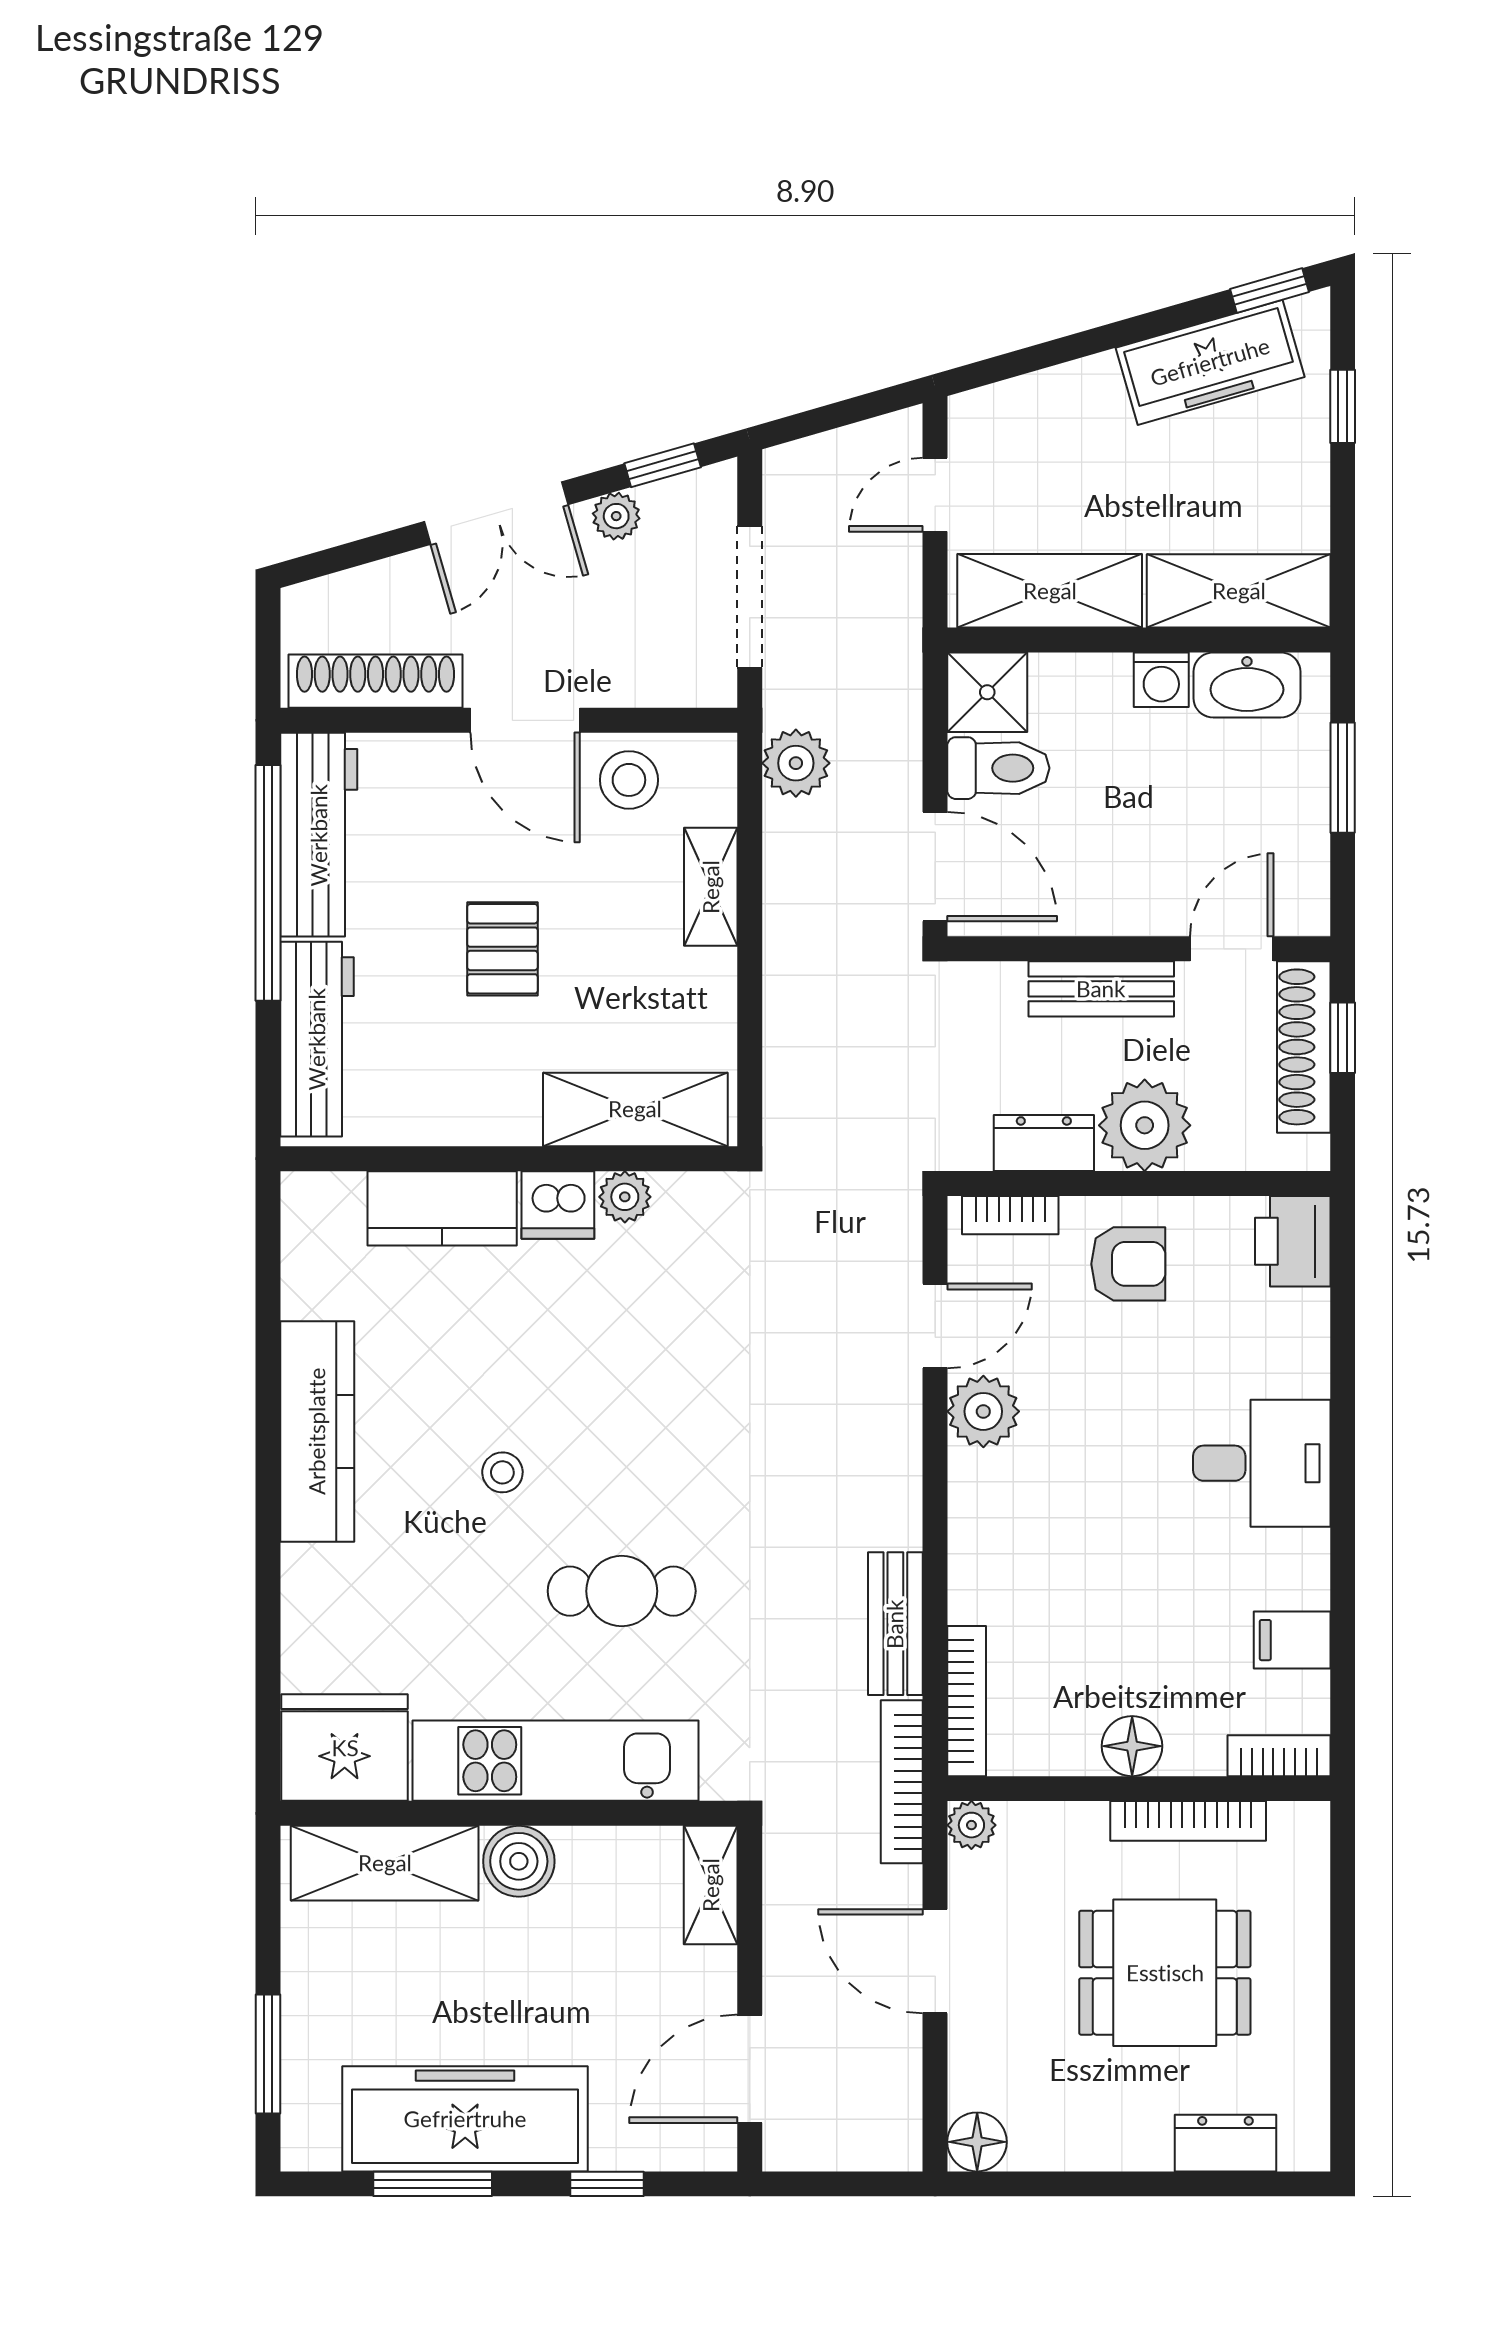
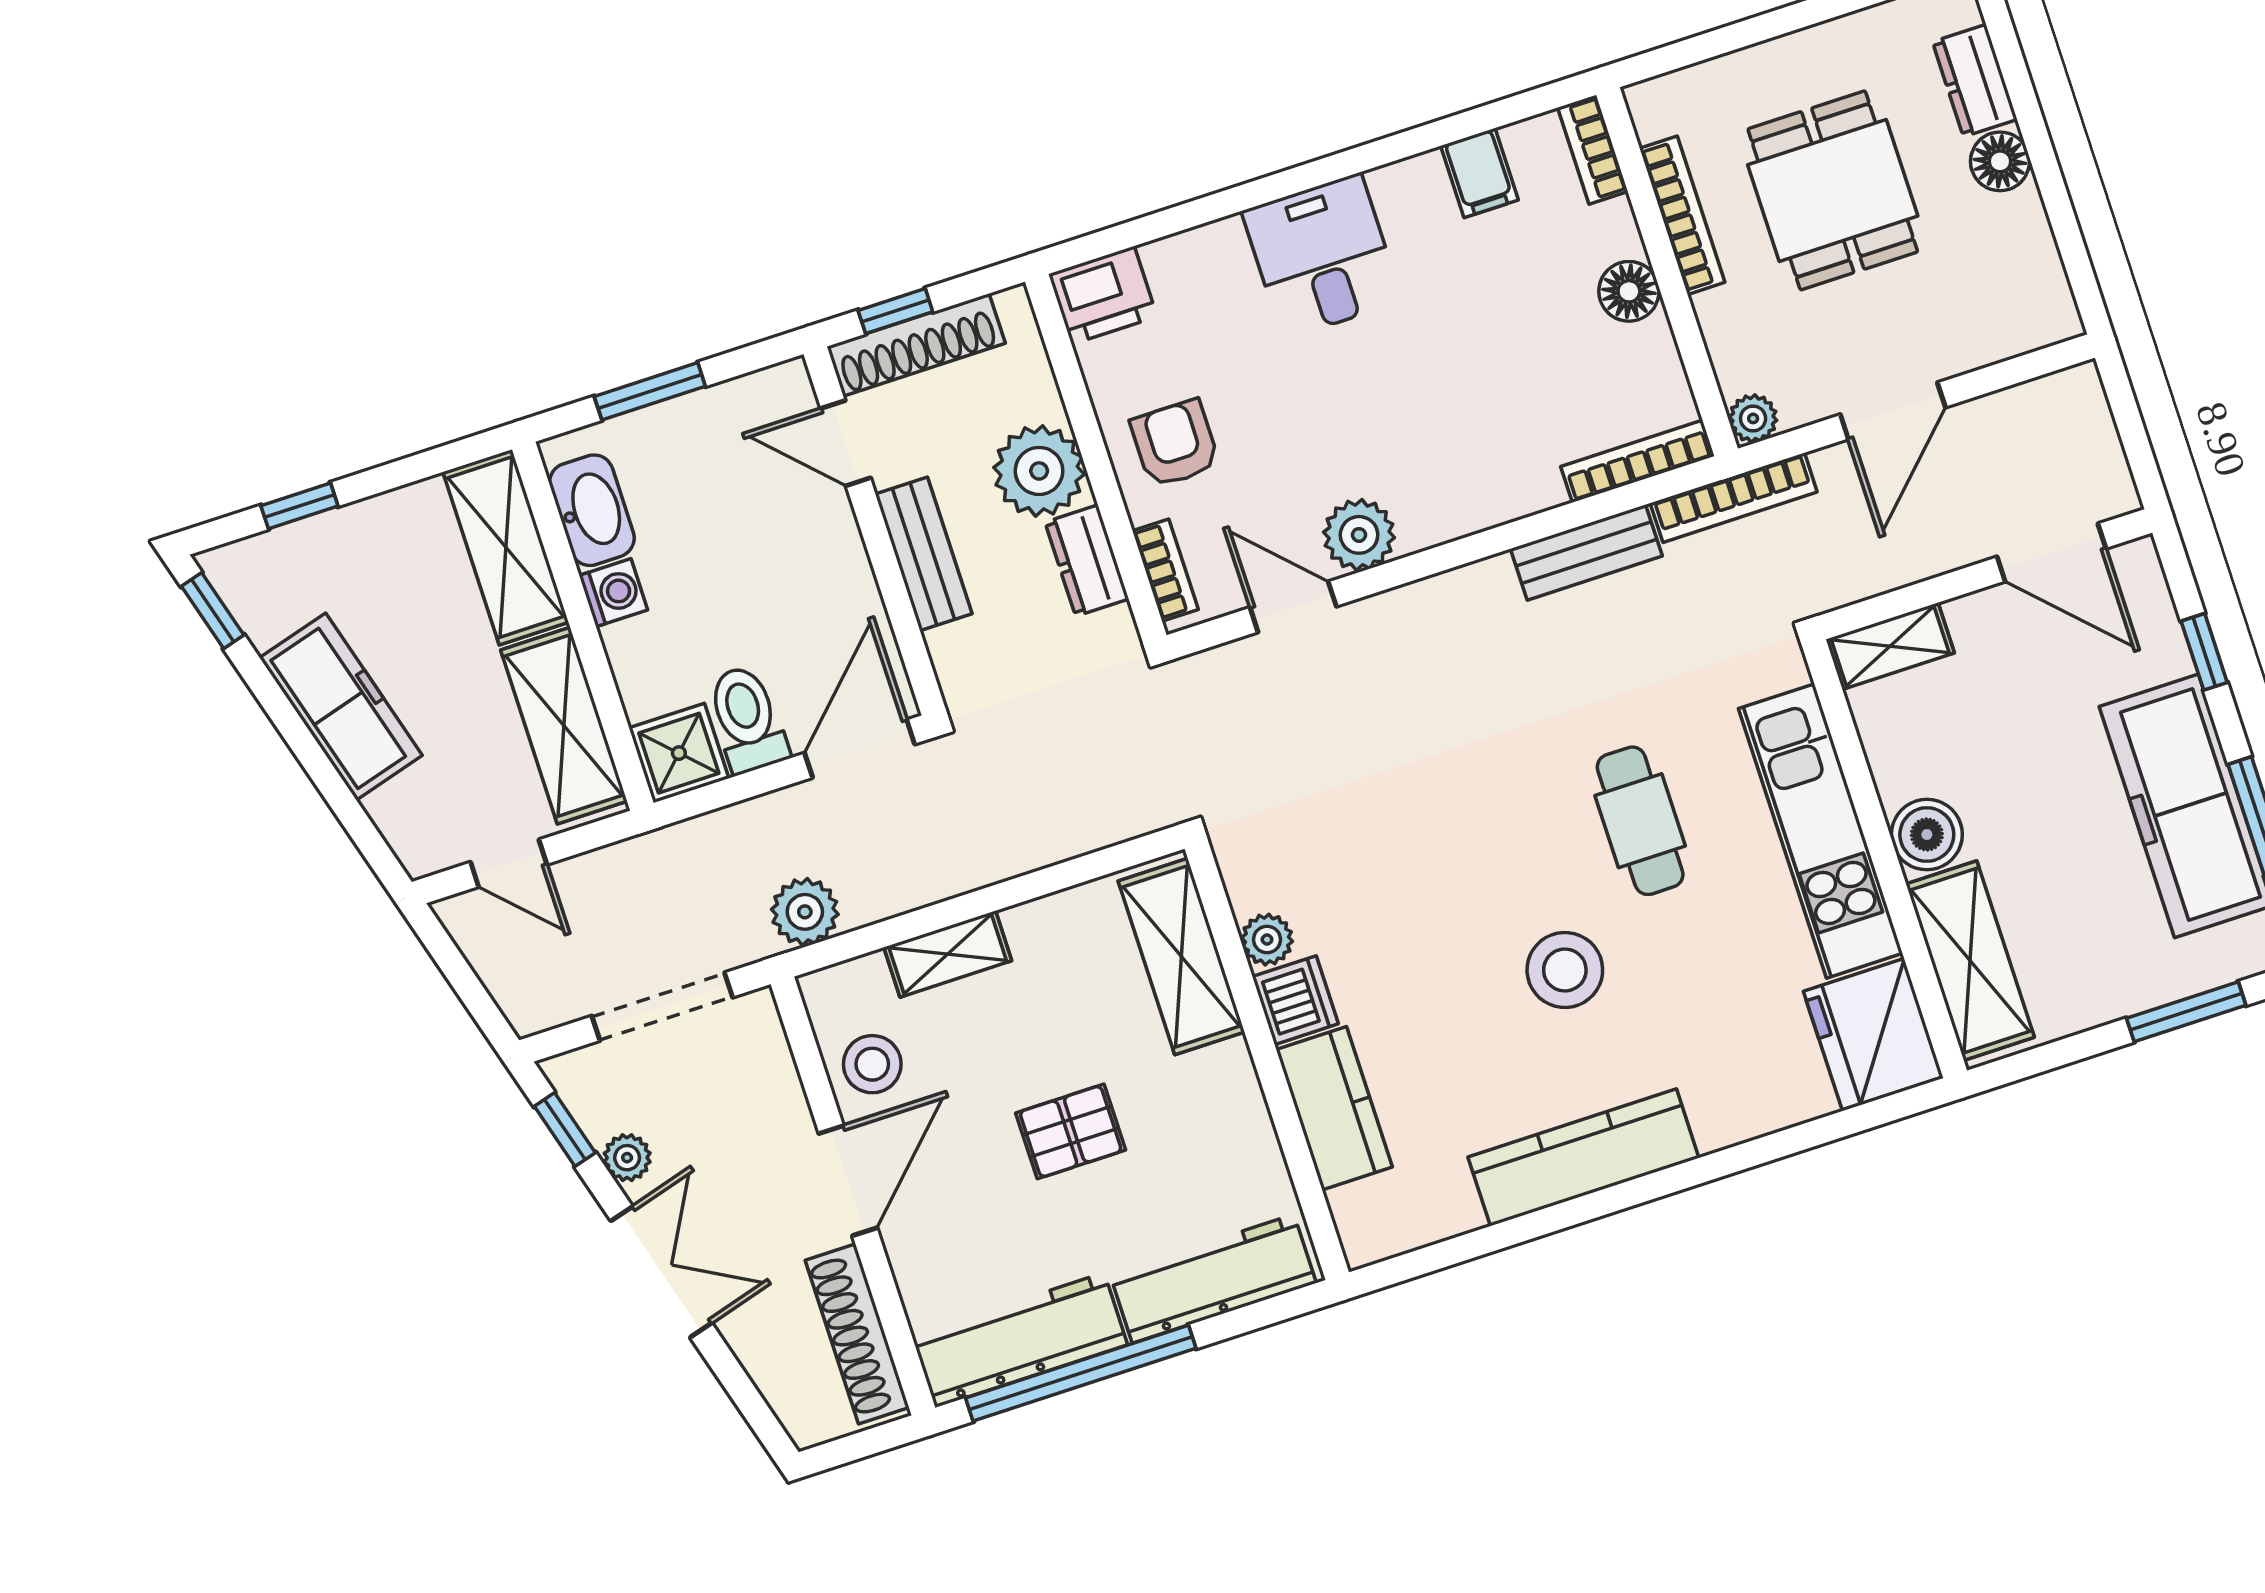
freezer: (1210, 362) -> (341, 707), moved
stool: (502, 1472) -> (1565, 970), width x1.89, depth x1.89
floor lamp: (977, 2142) -> (2000, 161), moved

